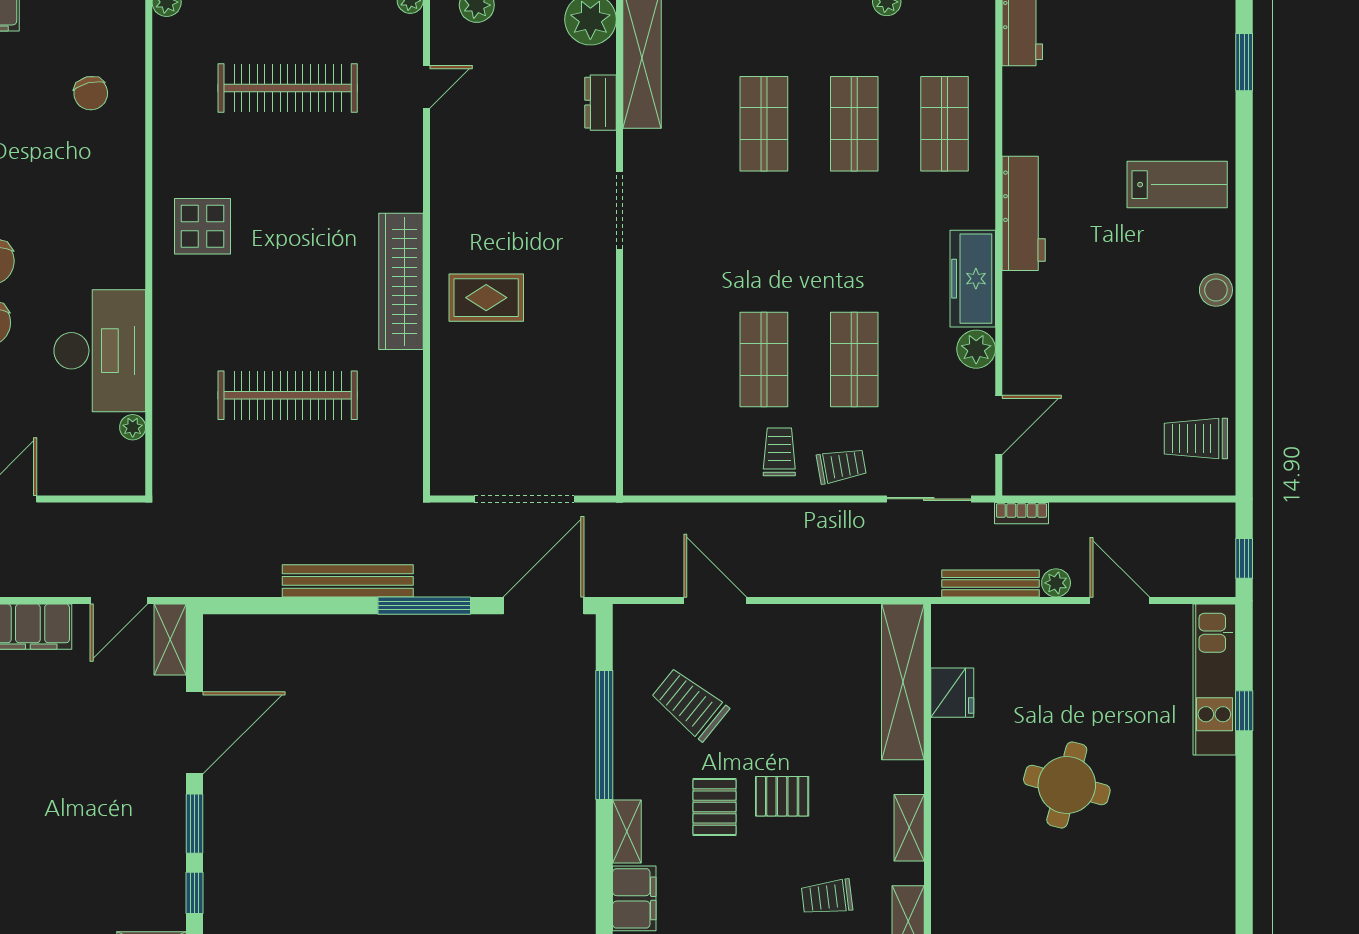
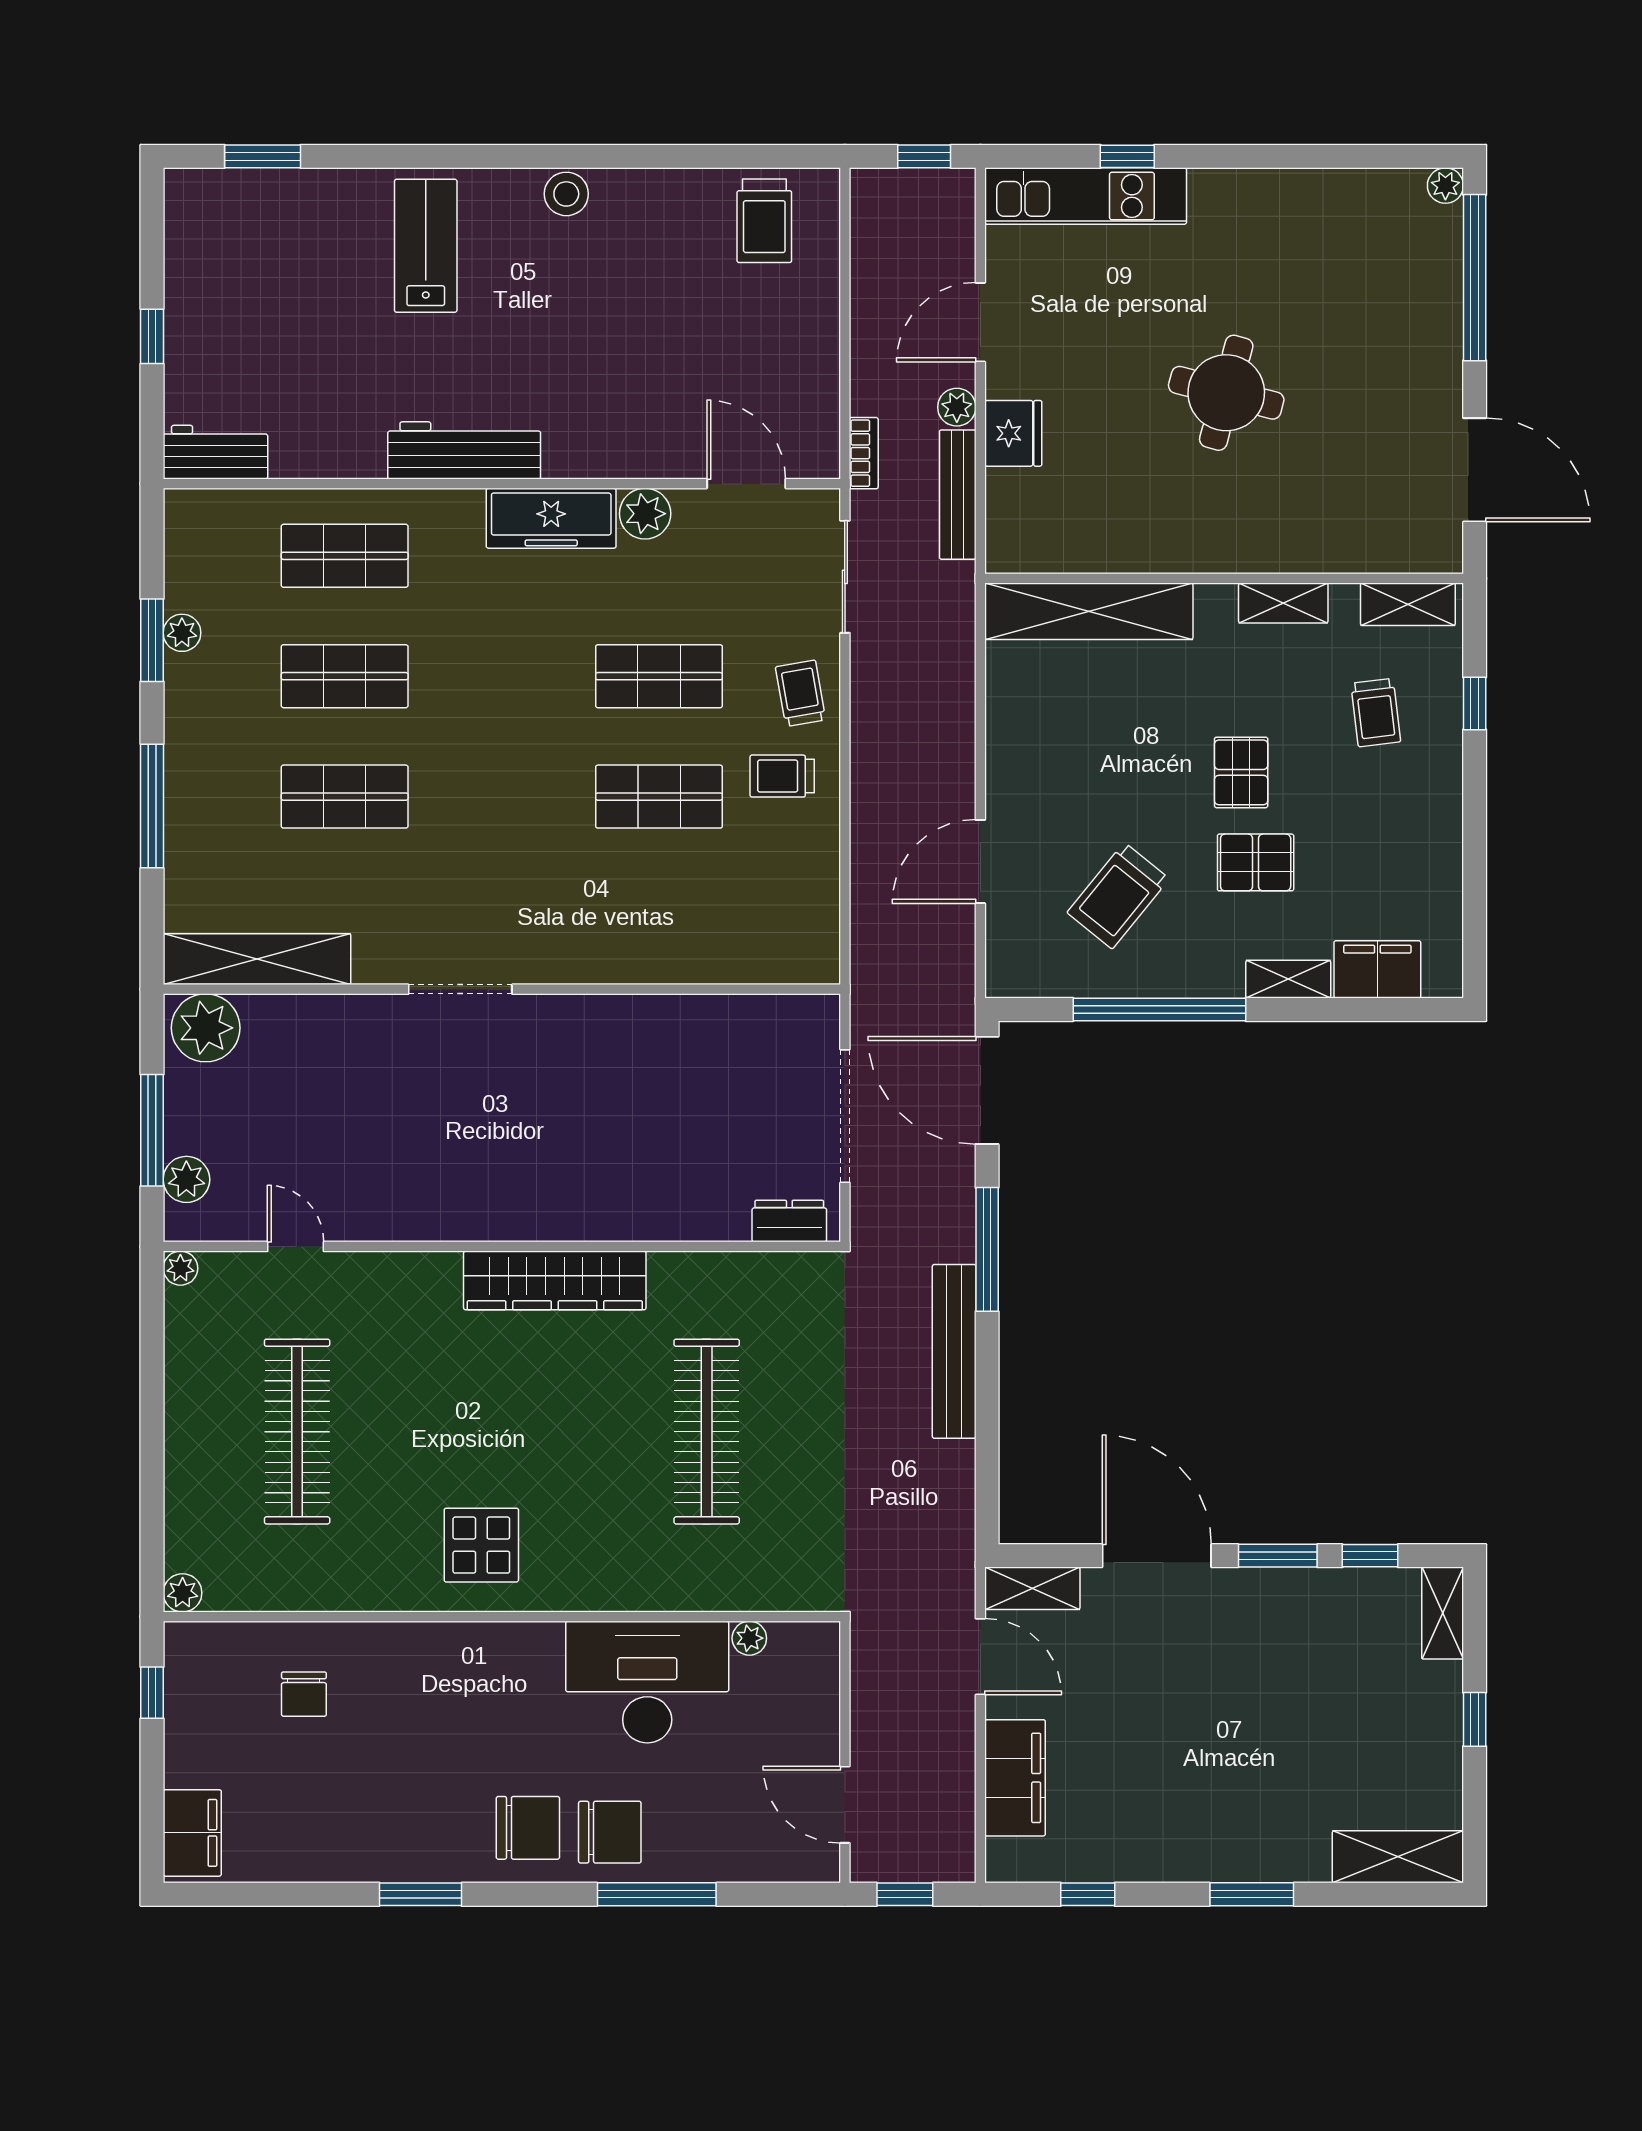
chair: (91, 93) -> (304, 1694), turned 104
dresser: (600, 103) -> (789, 1221), moved, turned 180
rug: (486, 298) -> (576, 1167), removed
fridge: (952, 693) -> (1013, 433), moved, turned 90

